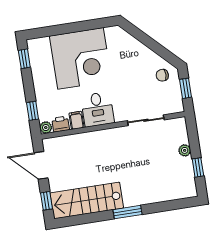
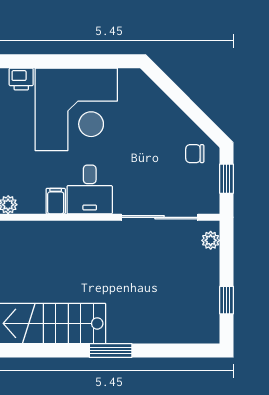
sliding door: (146, 120) -> (160, 217), width x1.37
printer: (61, 124) -> (21, 79), moved, turned 180
plant: (185, 150) -> (211, 240), moved

